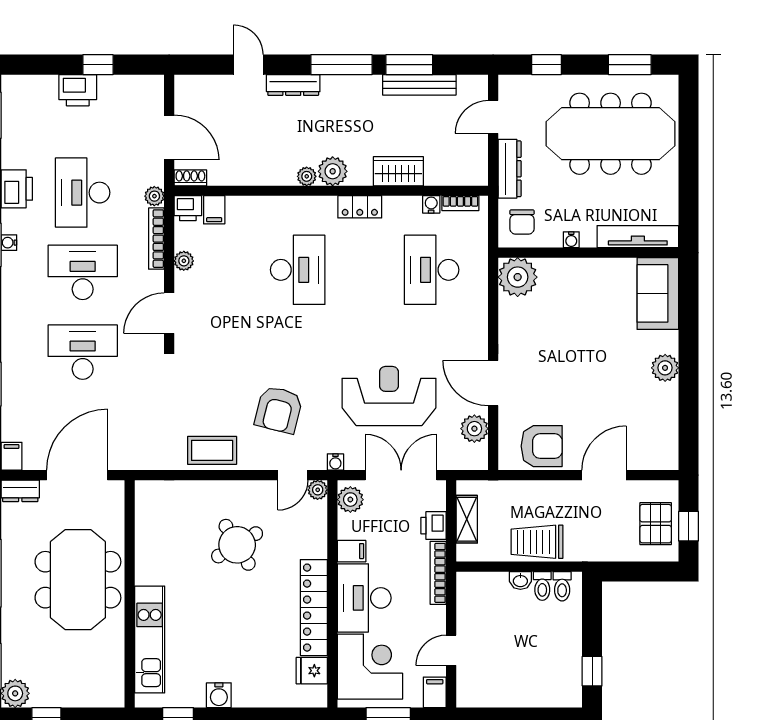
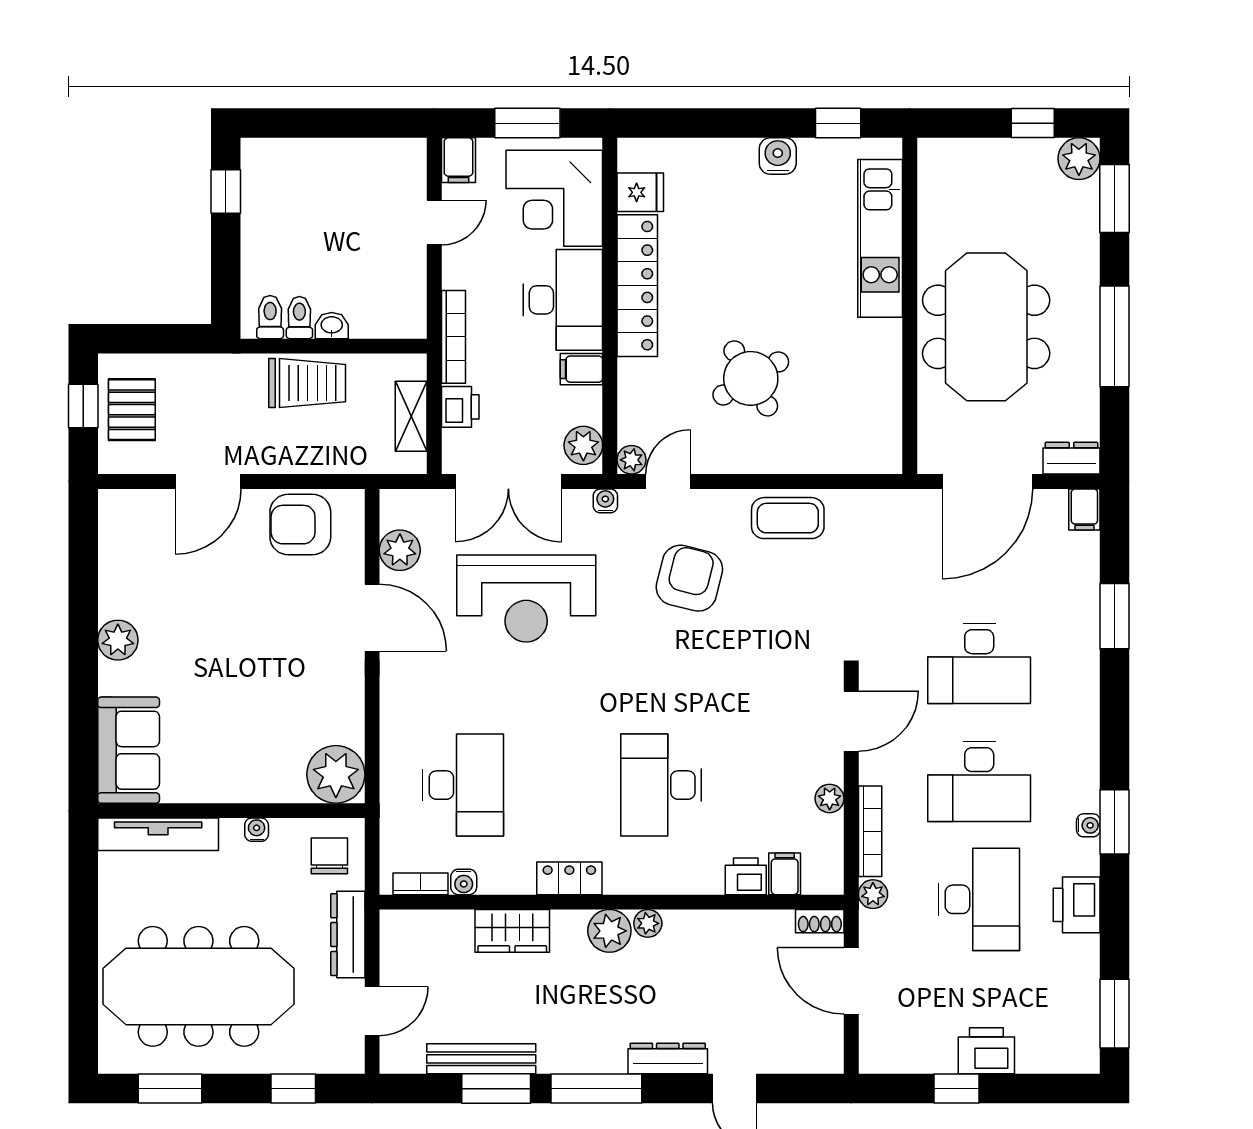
printer: (188, 208) -> (746, 876), moved

